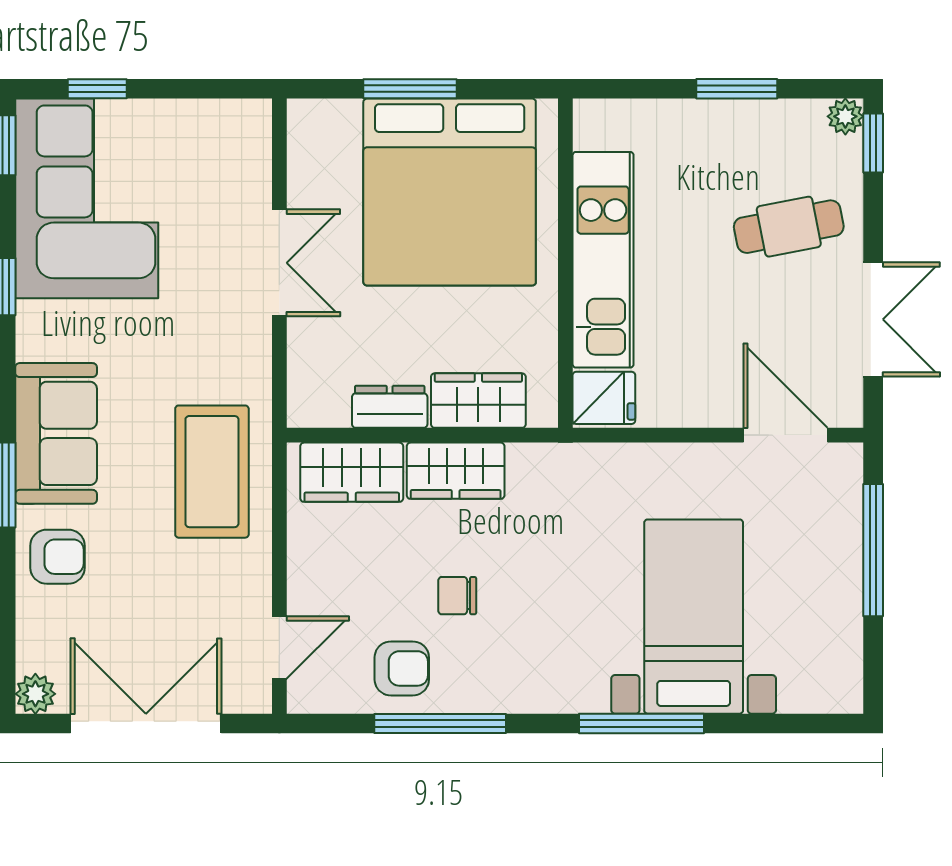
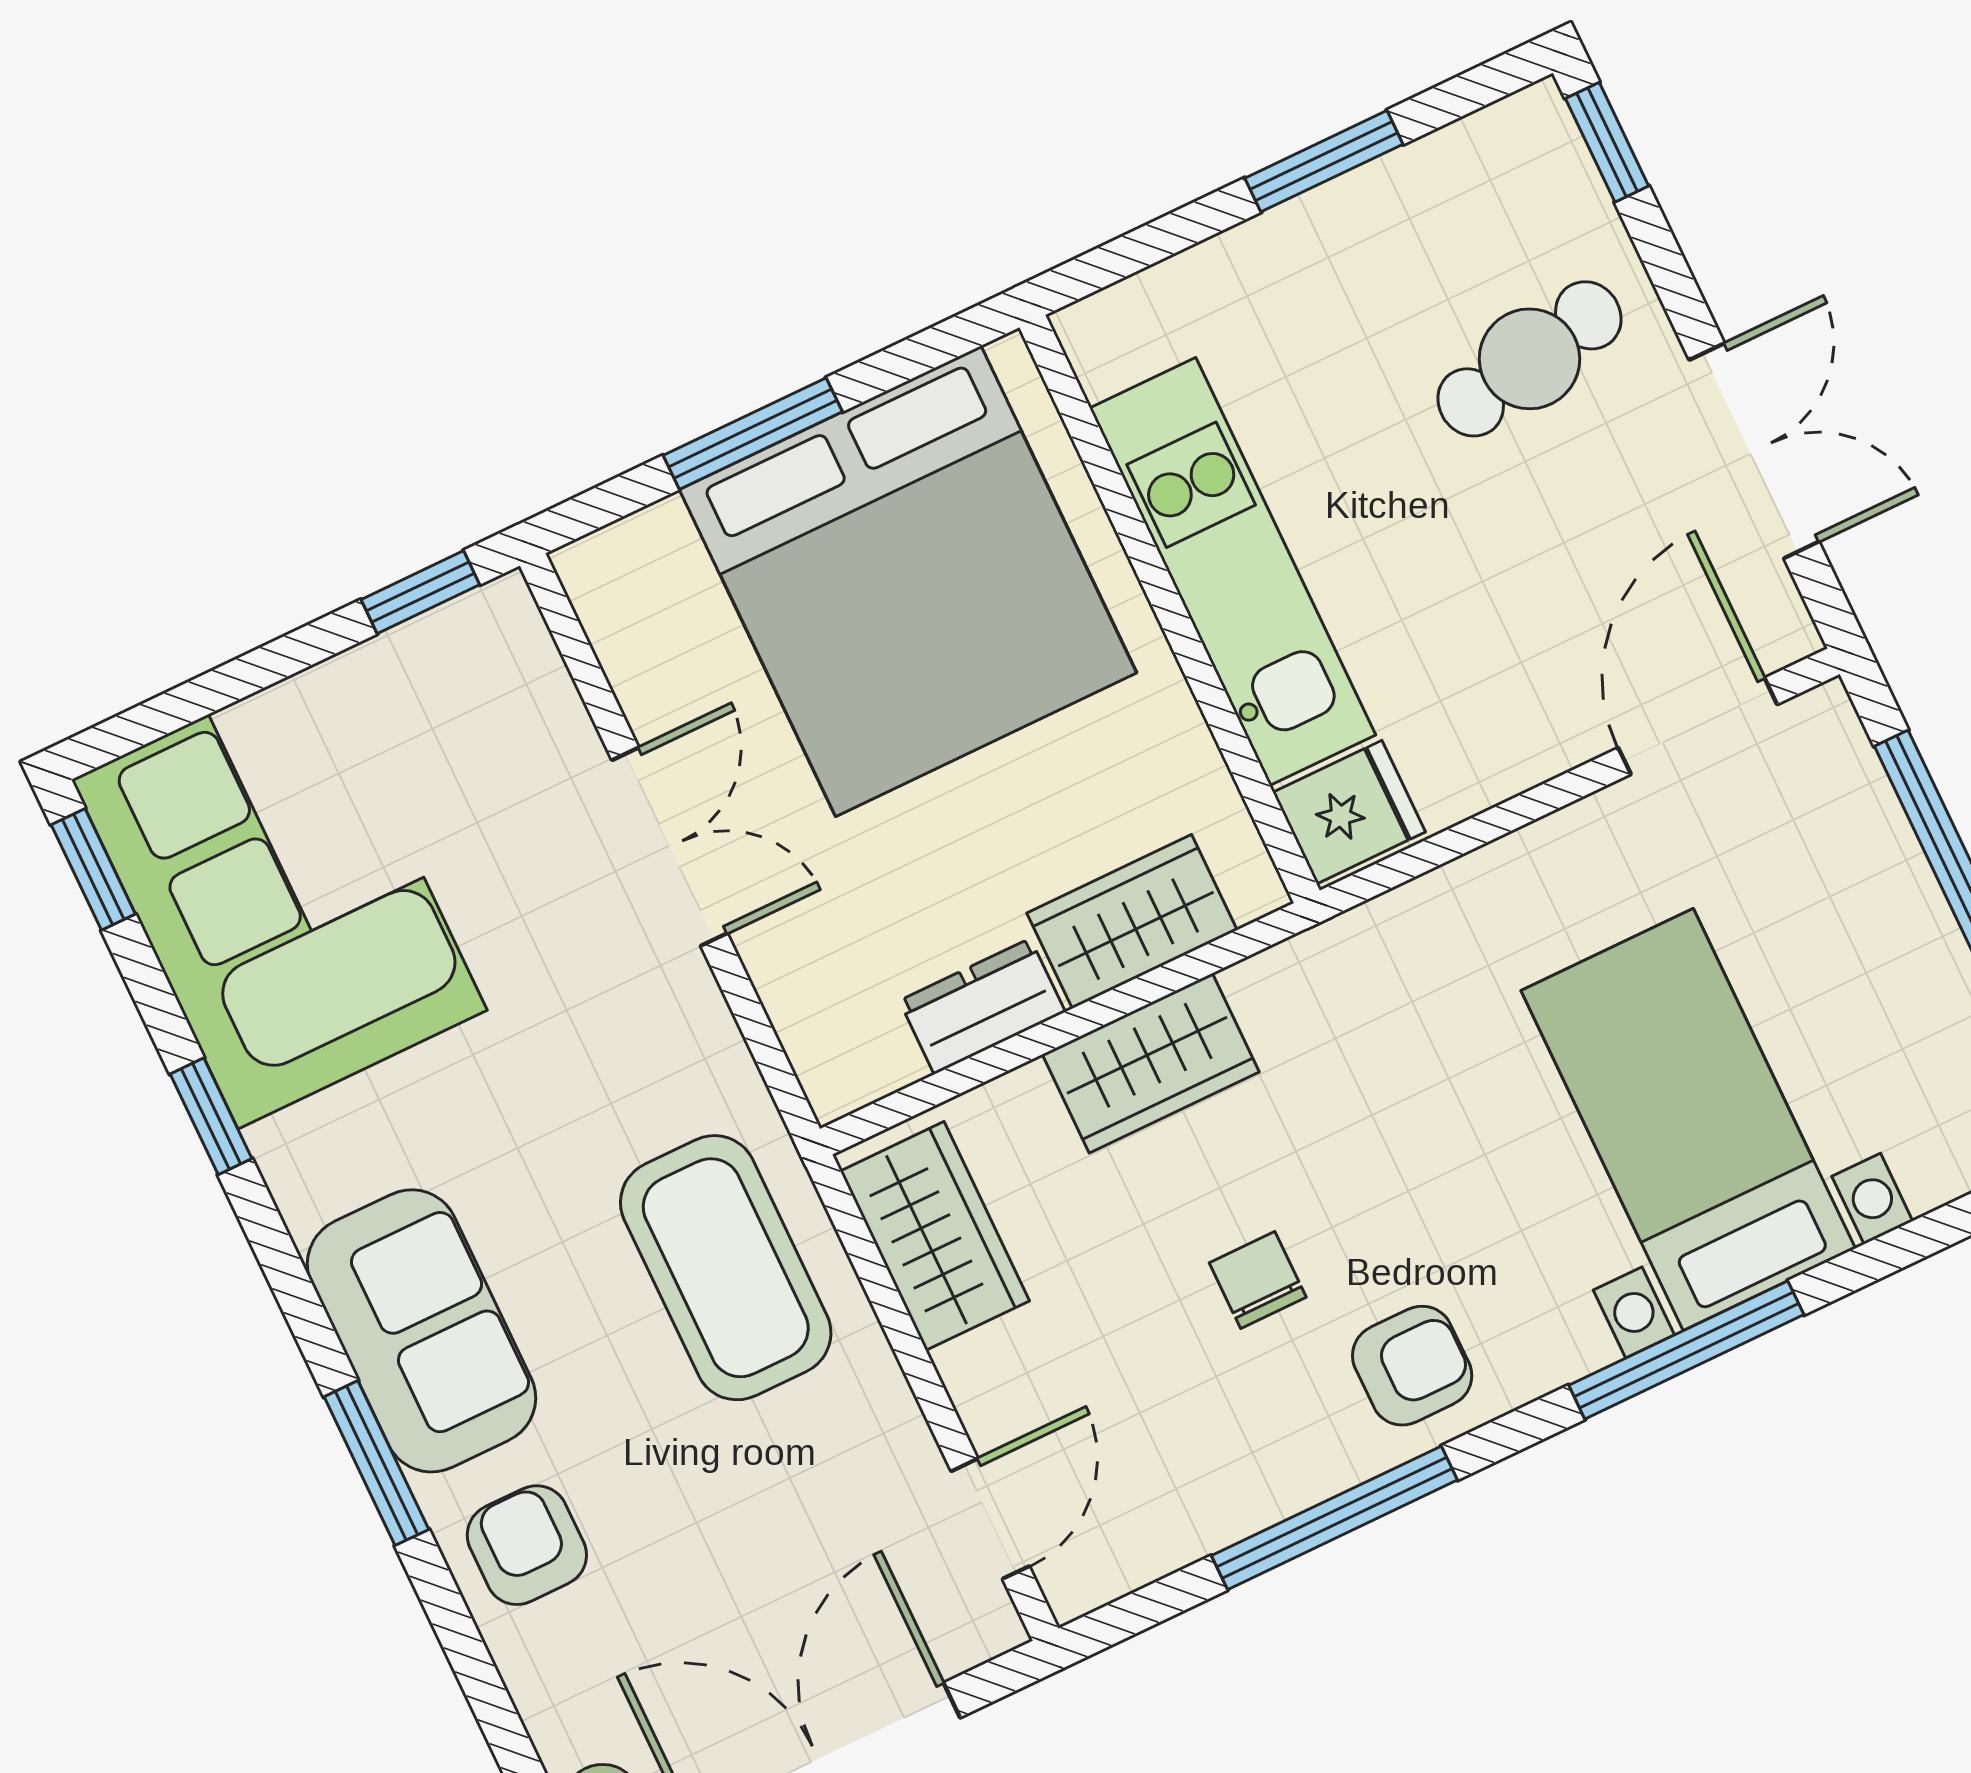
window: (97, 89) -> (420, 592), moved
plant: (845, 116) -> (1537, 119), removed
door: (786, 435) -> (1698, 726), hinge flipped
wardrobe: (352, 472) -> (935, 1236), moved, turned -90
armchair: (58, 557) -> (527, 1545), turned -90
chair: (457, 596) -> (1258, 1280), turned 90
armchair: (402, 668) -> (1412, 1366), moved

